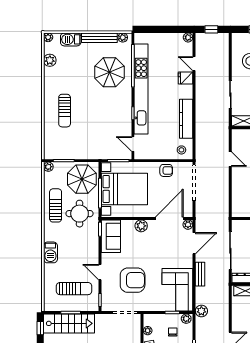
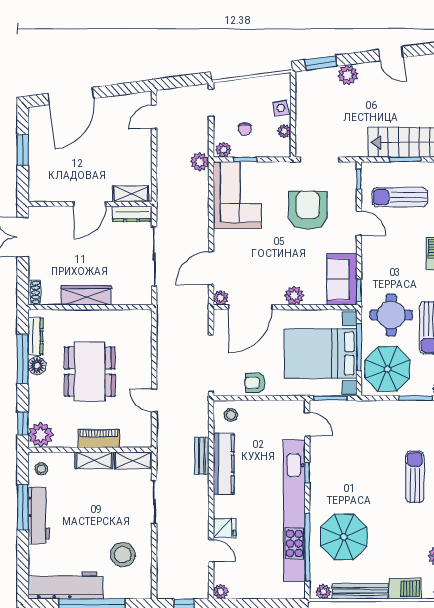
bench: (200, 274) -> (202, 456), moved
armchair: (133, 280) -> (308, 210), turned 90

